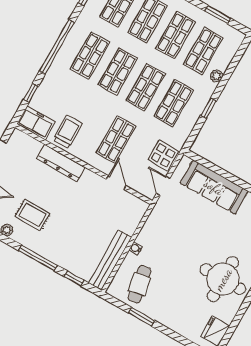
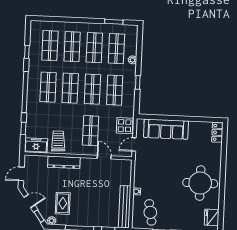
door: (163, 186) -> (134, 144), hinge flipped
rug: (33, 215) -> (63, 203), turned 90

